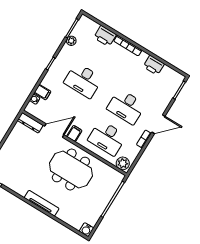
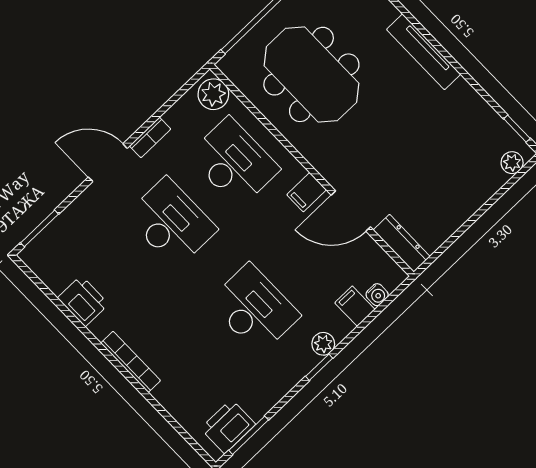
printer: (105, 36) -> (228, 426), moved, turned -90
plant: (71, 41) -> (323, 344), moved
meeting table: (71, 169) -> (311, 74), moved

